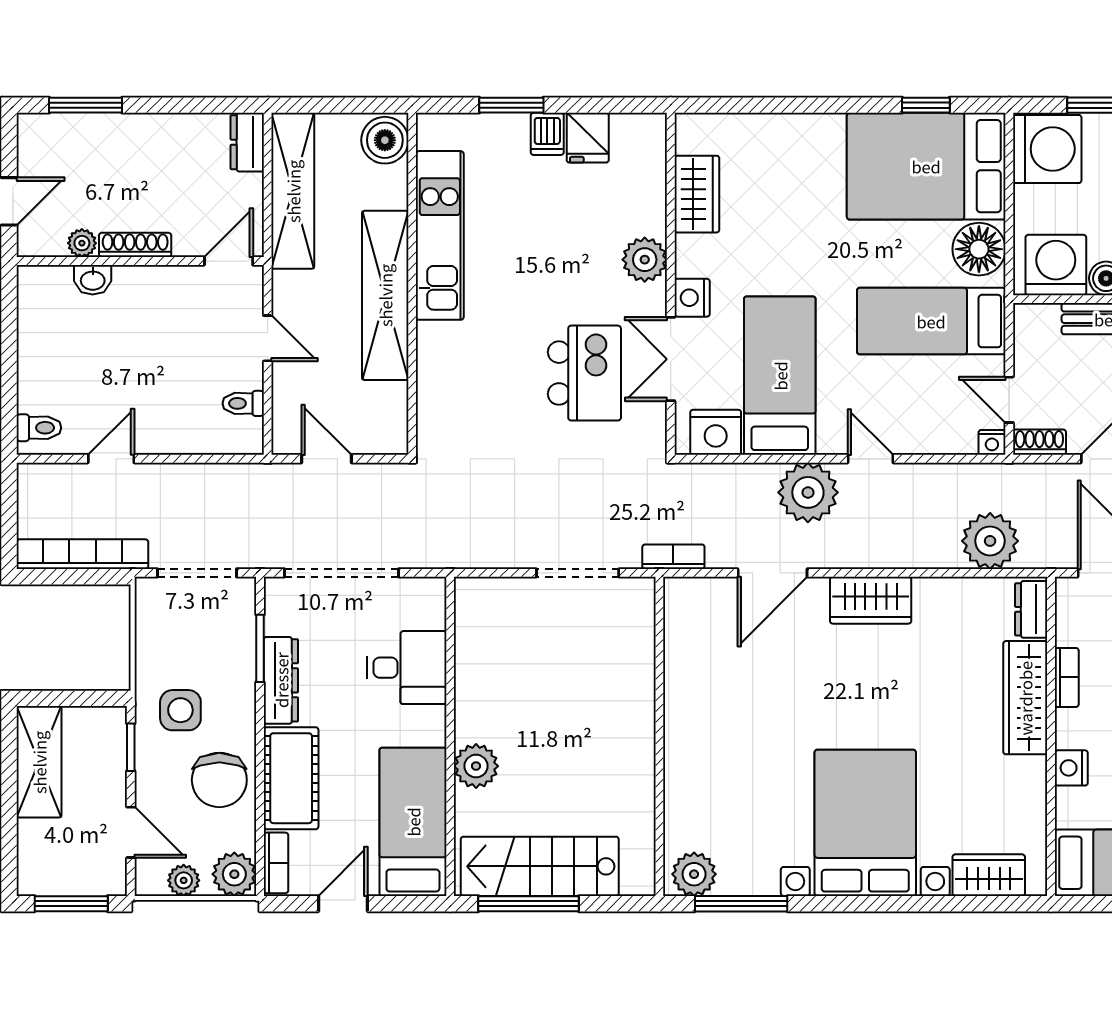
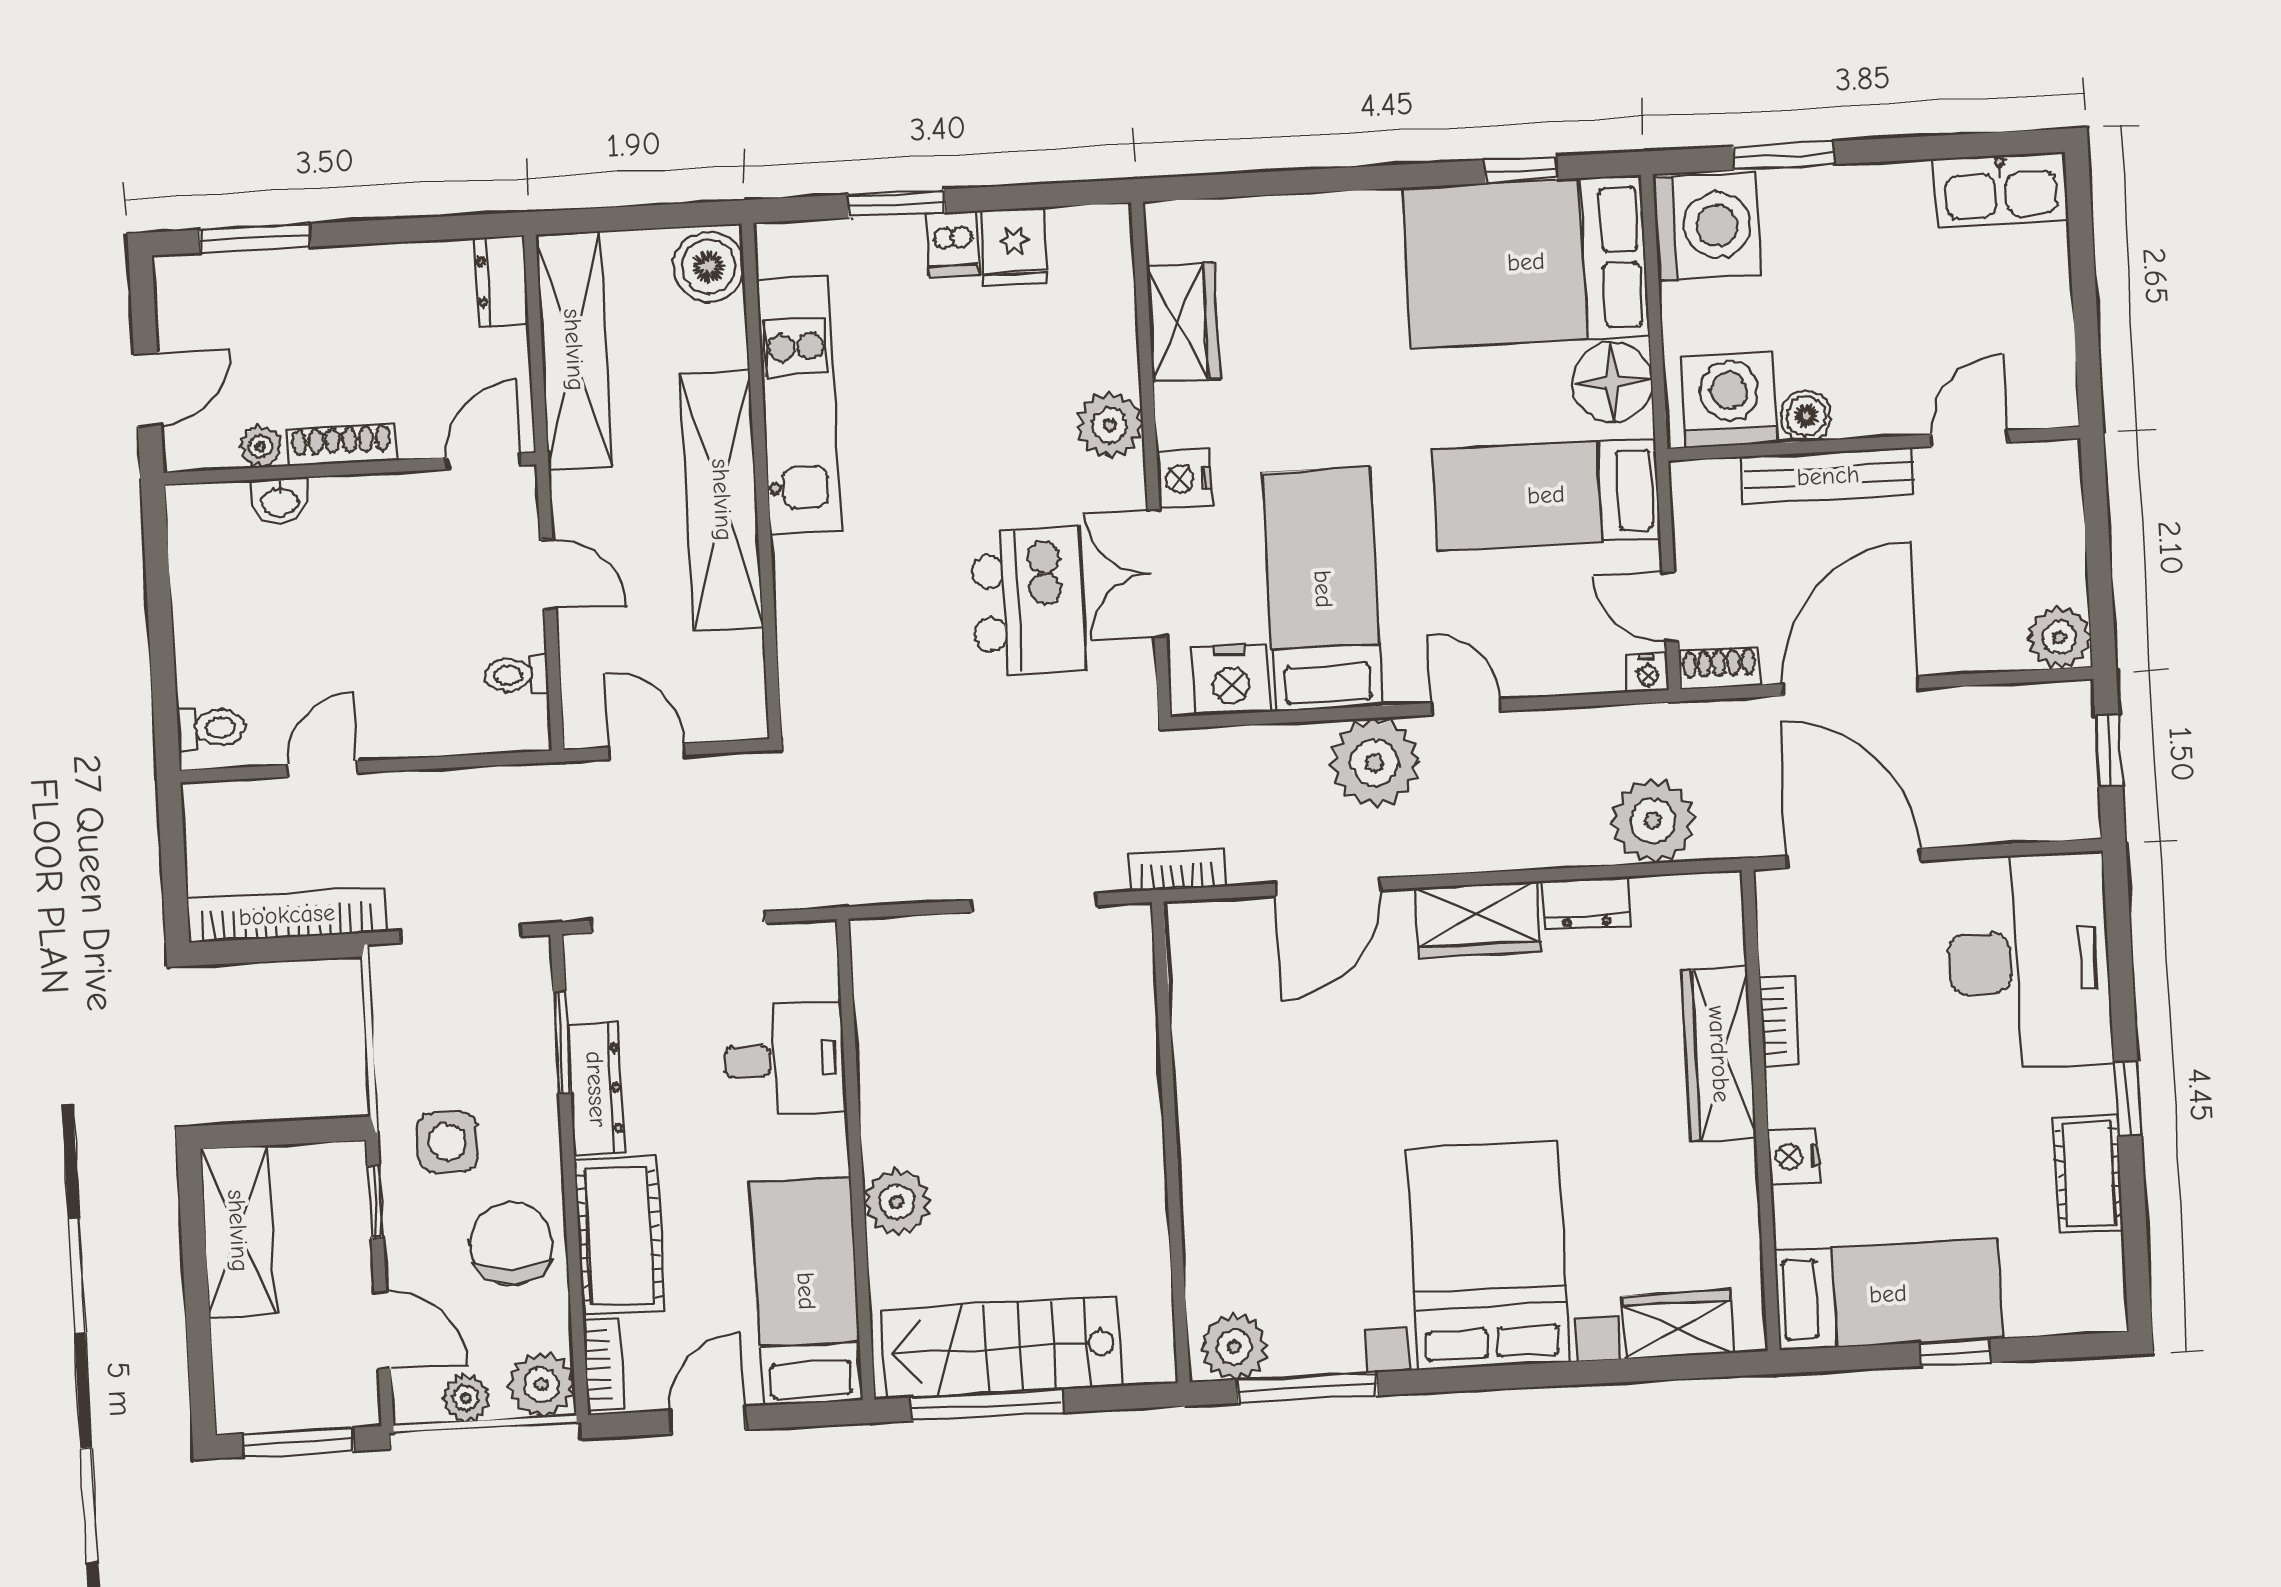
dresser: (1031, 609) -> (1586, 903), moved, turned -90
chair: (219, 780) -> (511, 1244), turned 180

